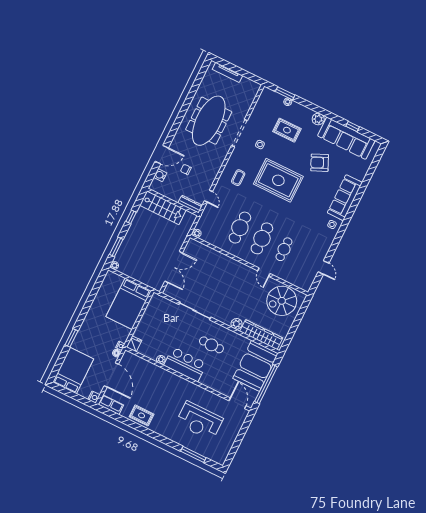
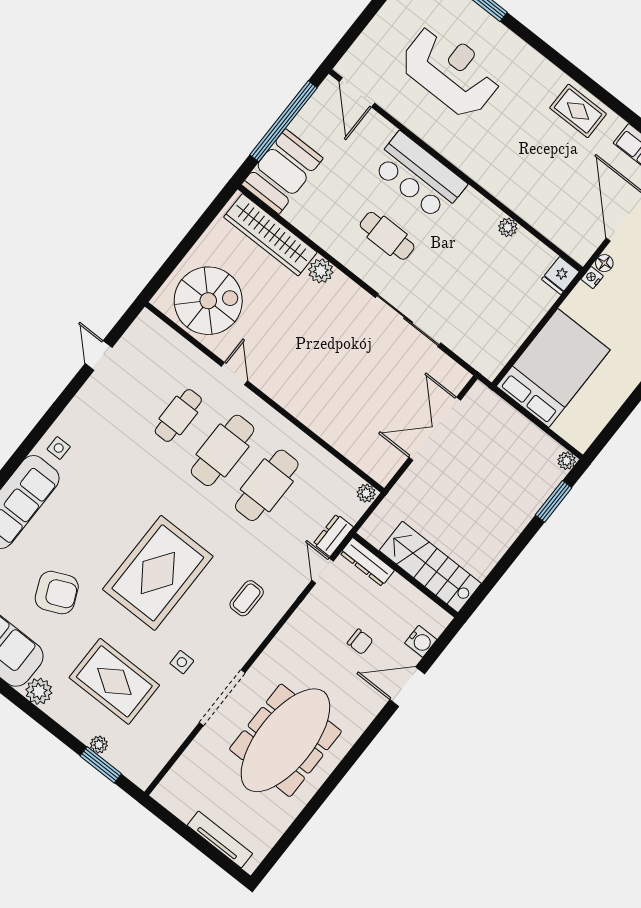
rug: (287, 130) -> (114, 681), width x1.36, depth x1.43
rug: (278, 180) -> (158, 573), turned 90
dresser: (207, 212) -> (333, 535), added
window: (131, 217) -> (506, 562), removed
bar counter: (185, 364) -> (419, 176), moved
booth: (256, 366) -> (282, 171), width x0.73, depth x0.70

